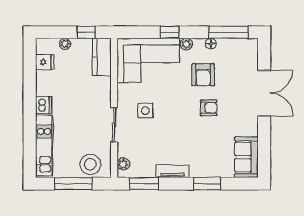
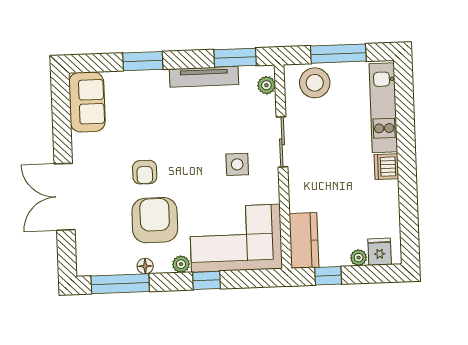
fridge: (45, 62) -> (380, 252), moved, turned 90
armchair: (203, 75) -> (155, 220), width x1.36, depth x1.36
armchair: (209, 108) -> (145, 172), turned -90
tv unit: (173, 171) -> (204, 77), width x1.41

